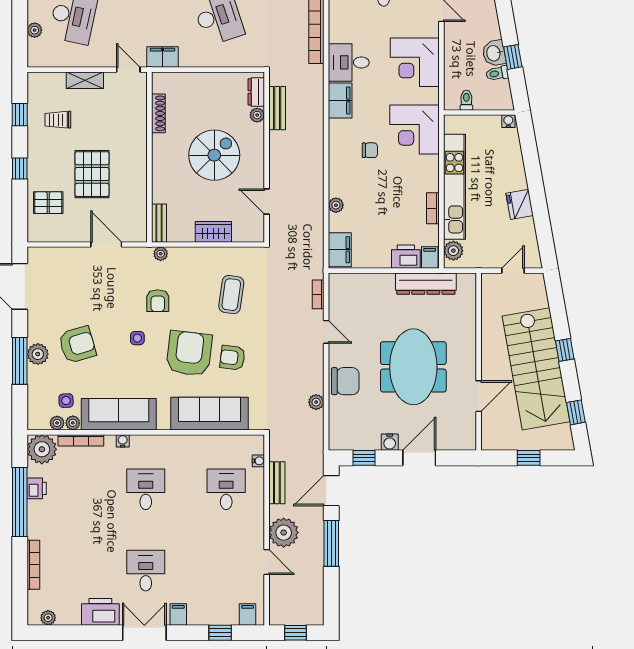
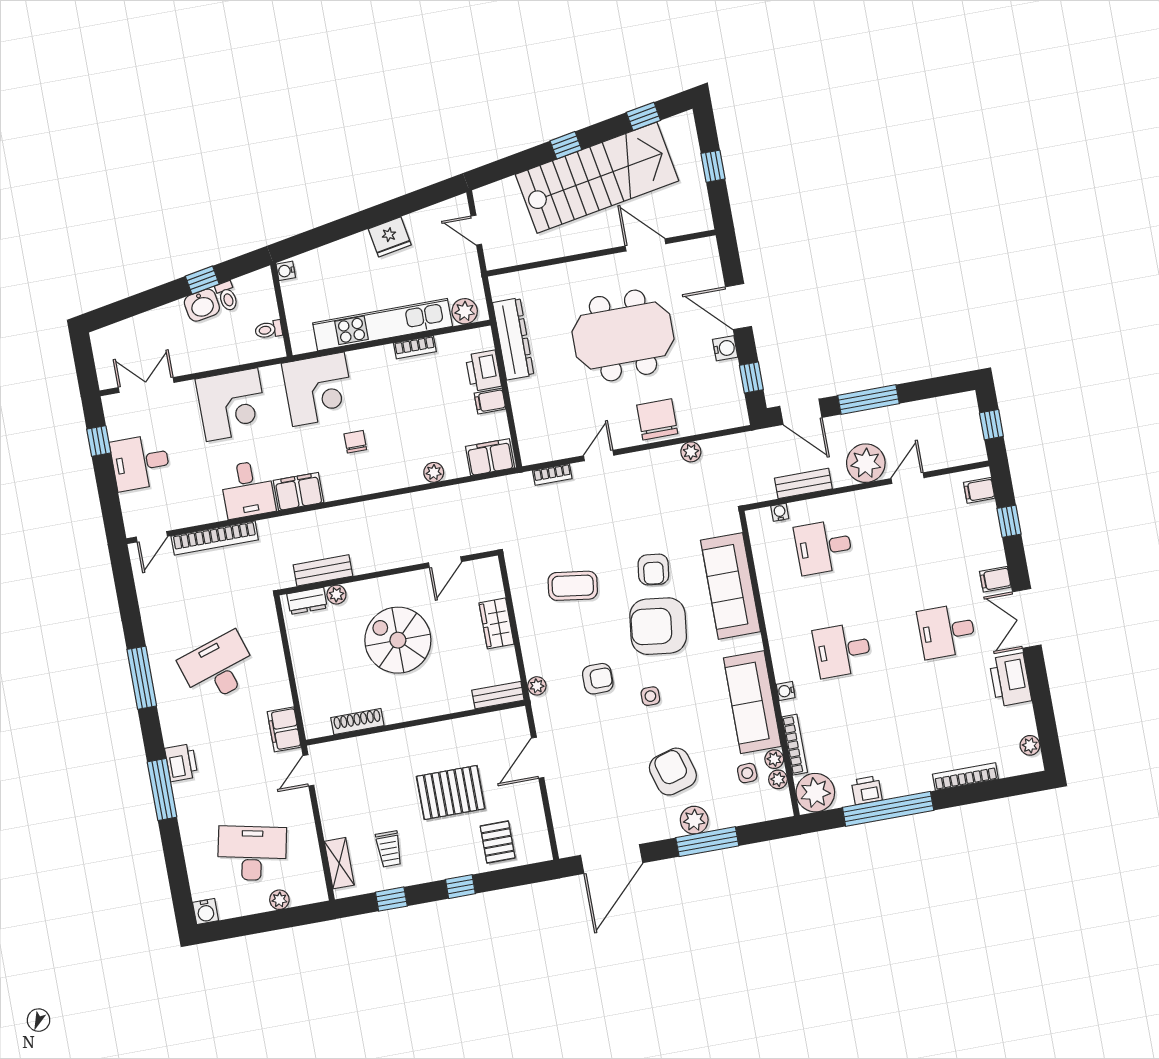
shelving: (85, 80) -> (339, 863), moved
filing cabinet: (430, 257) -> (490, 401), moved

